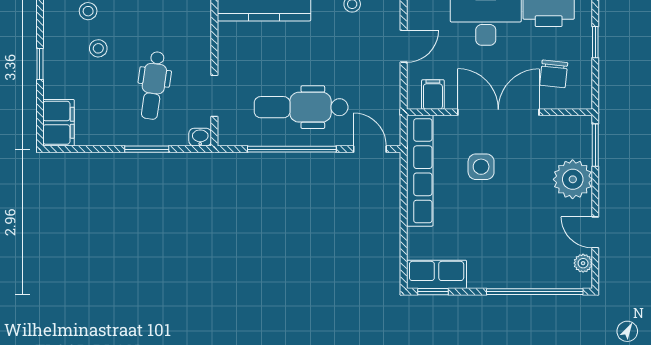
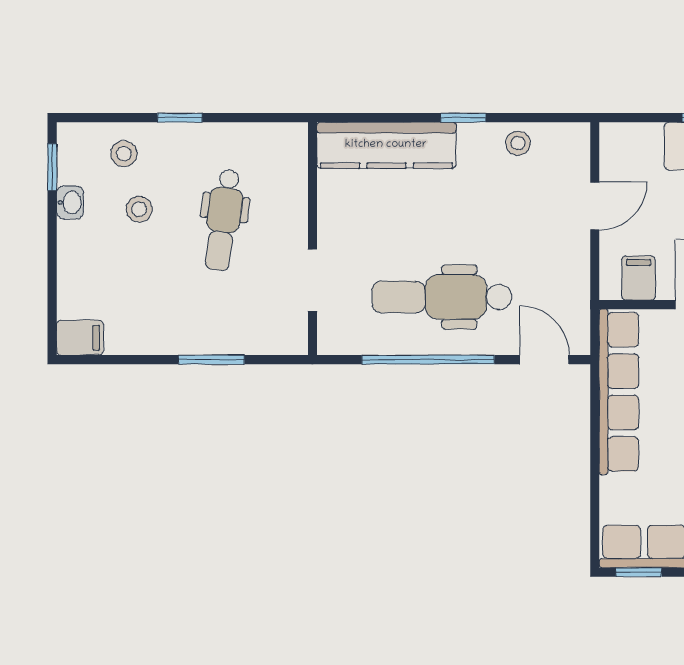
window: (40, 64) -> (52, 167), moved
dental chair: (154, 85) -> (223, 220), moved
filing cabinet: (59, 123) -> (80, 338), width x0.50
washbasin: (200, 137) -> (70, 202), moved, turned 90

